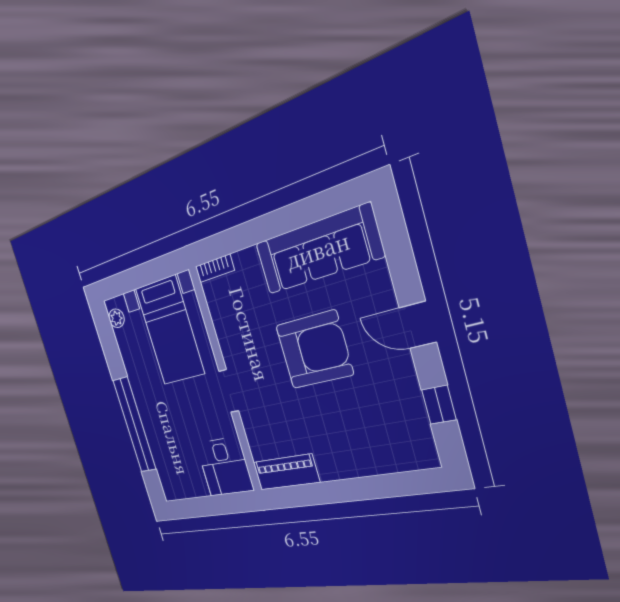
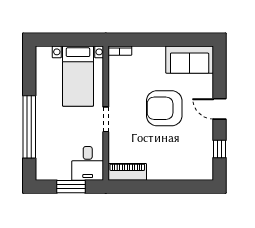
sofa: (318, 250) -> (190, 60), width x0.73
plant: (117, 318) -> (41, 59), removed
armchair: (314, 350) -> (164, 108), turned 180
window: (213, 506) -> (71, 187), added

